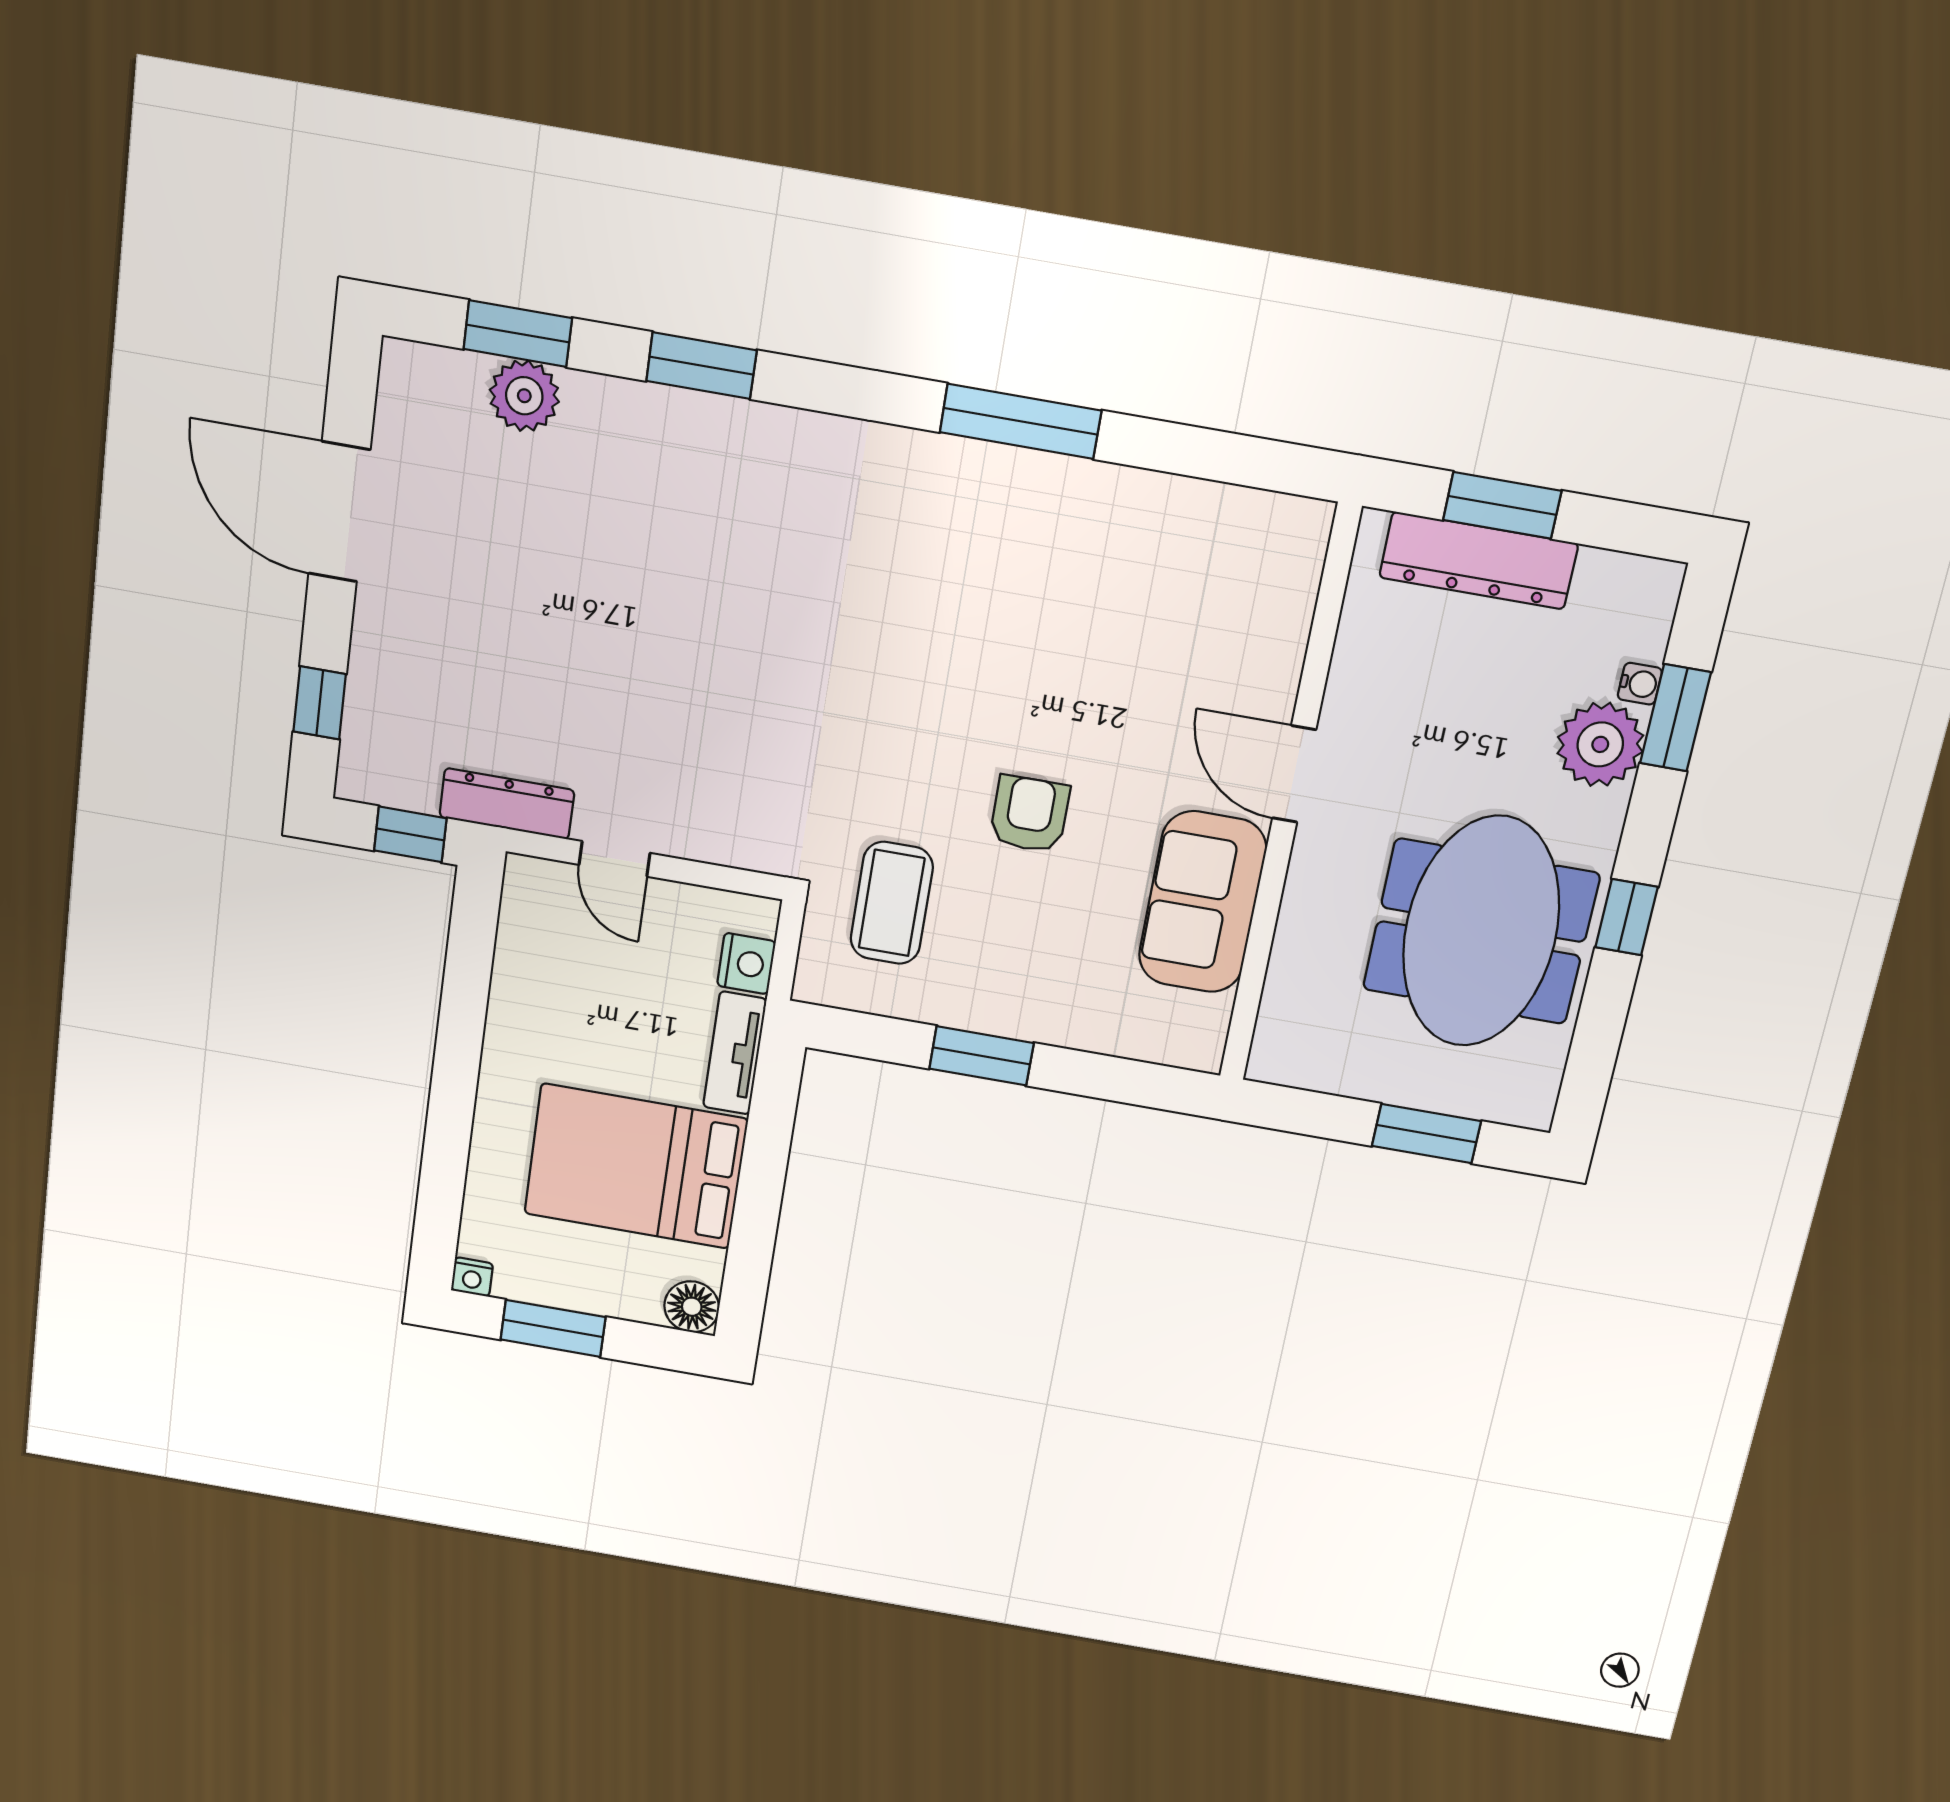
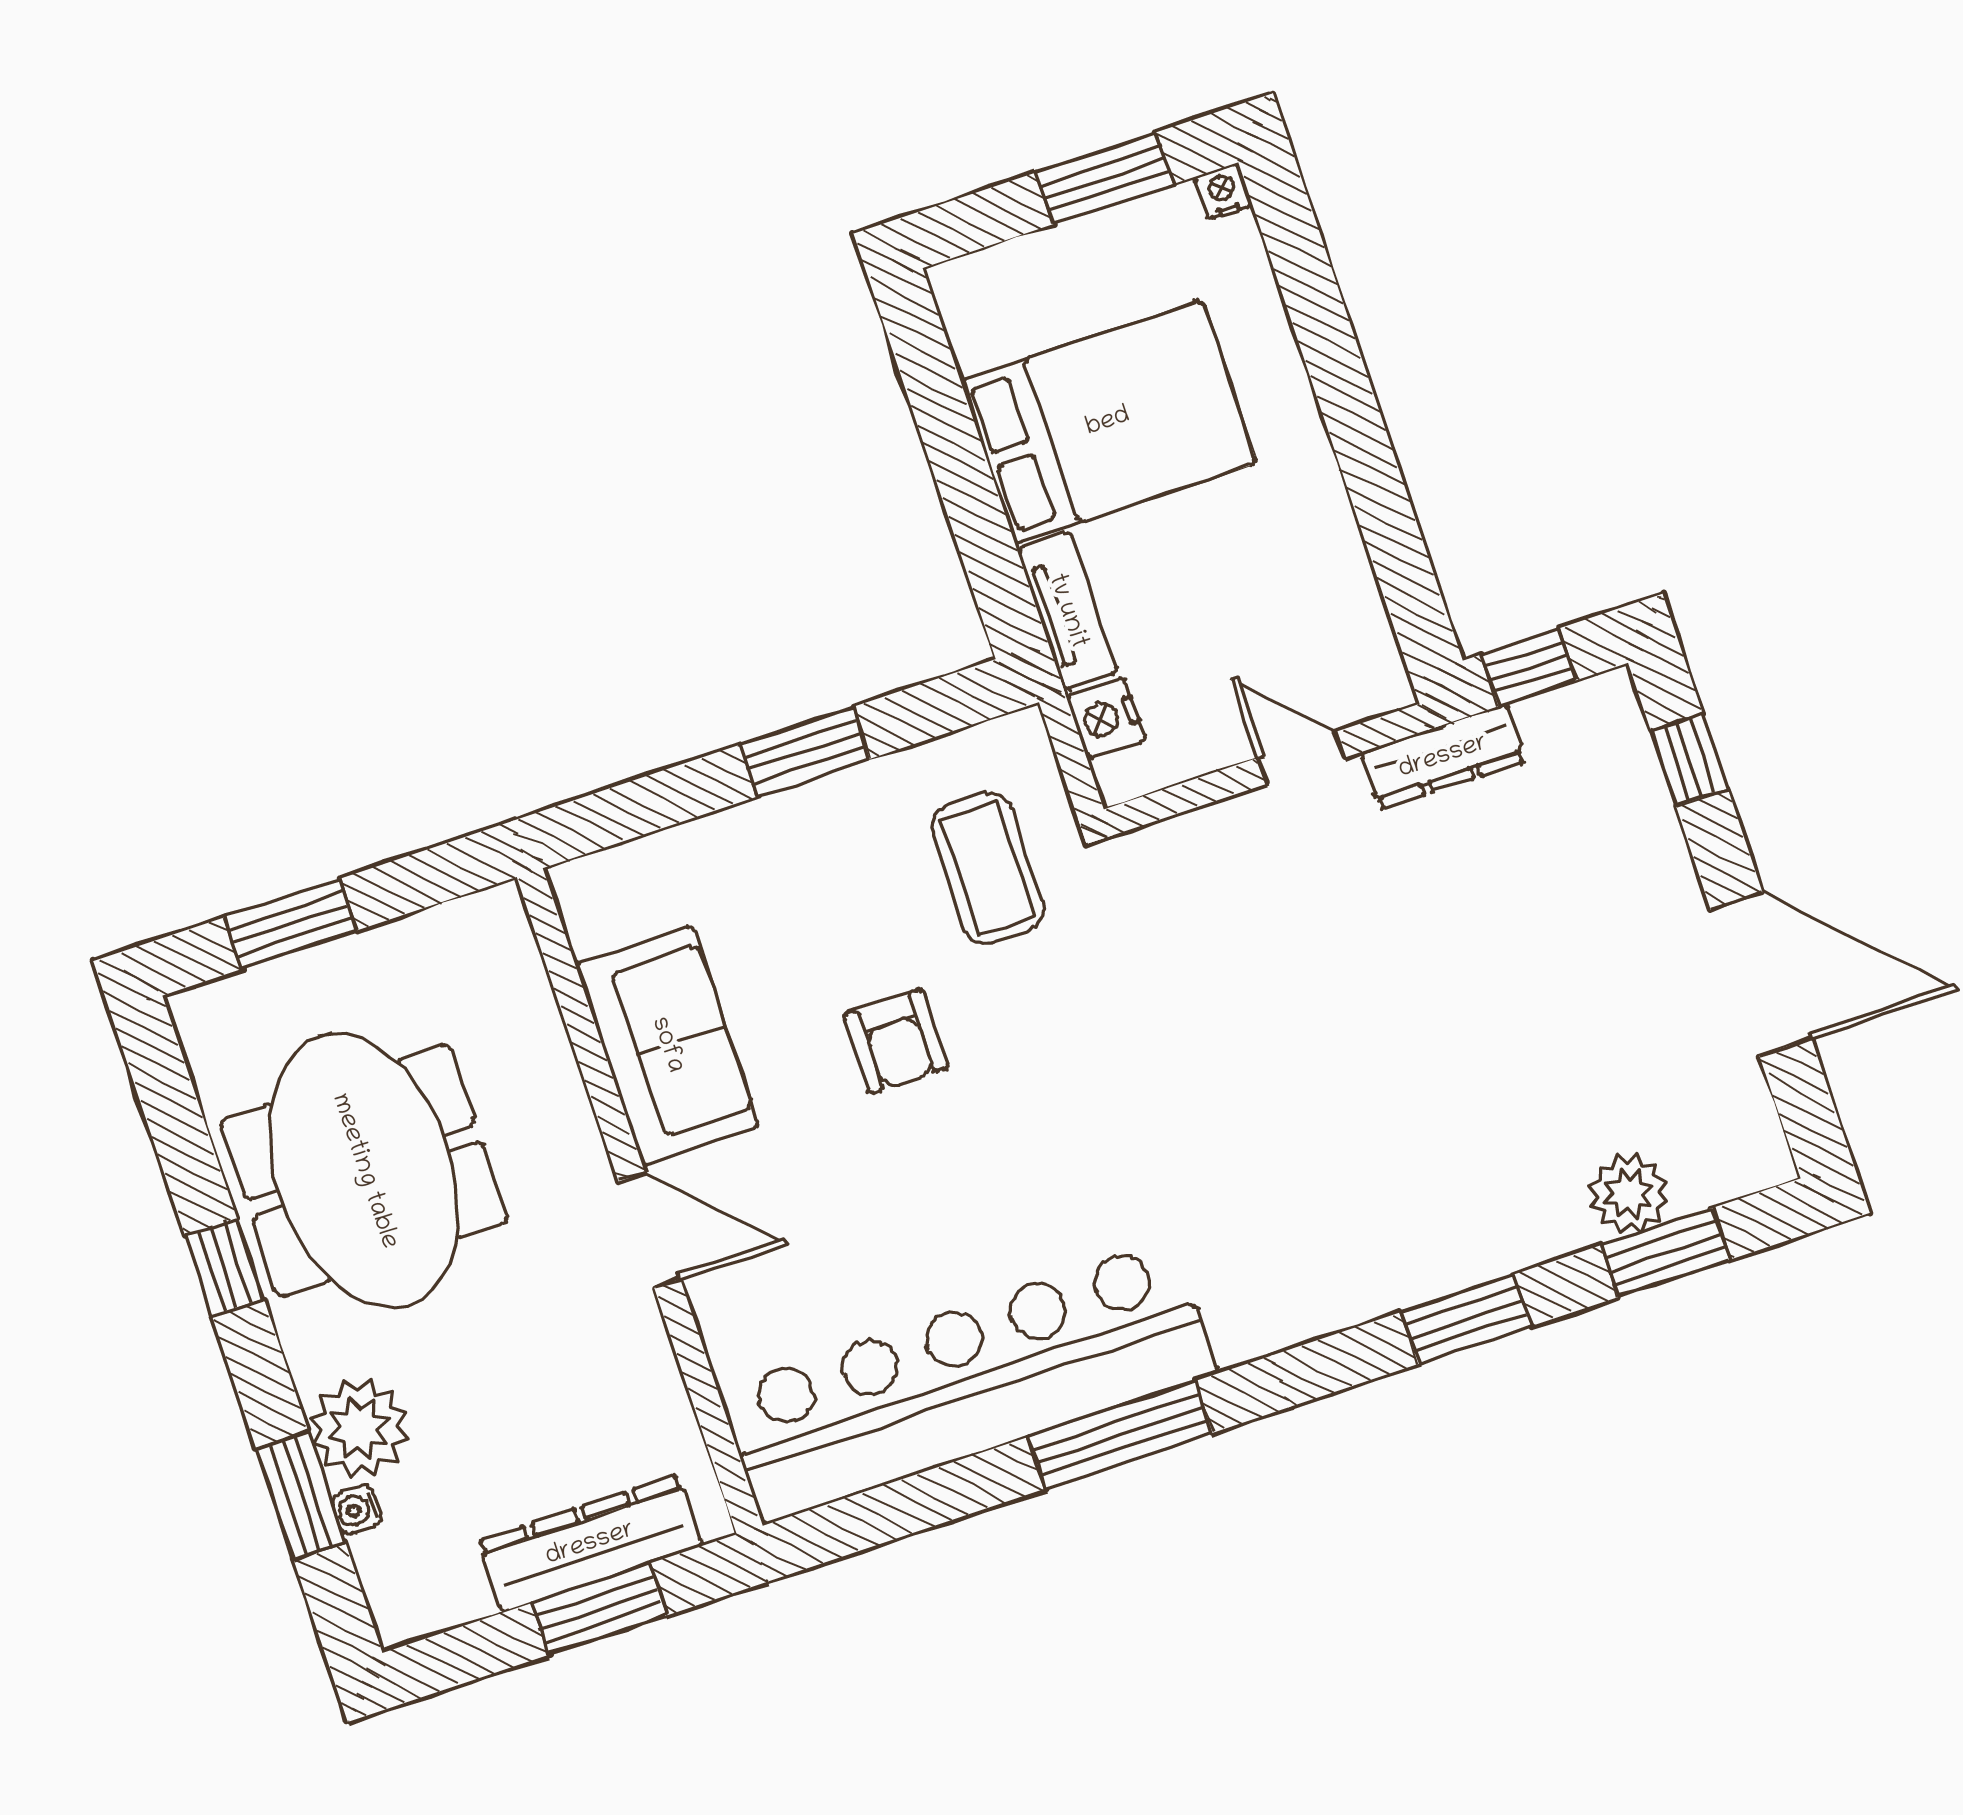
bar counter: (1116, 528) -> (968, 1381), added
floor lamp: (692, 1307) -> (966, 289), removed

